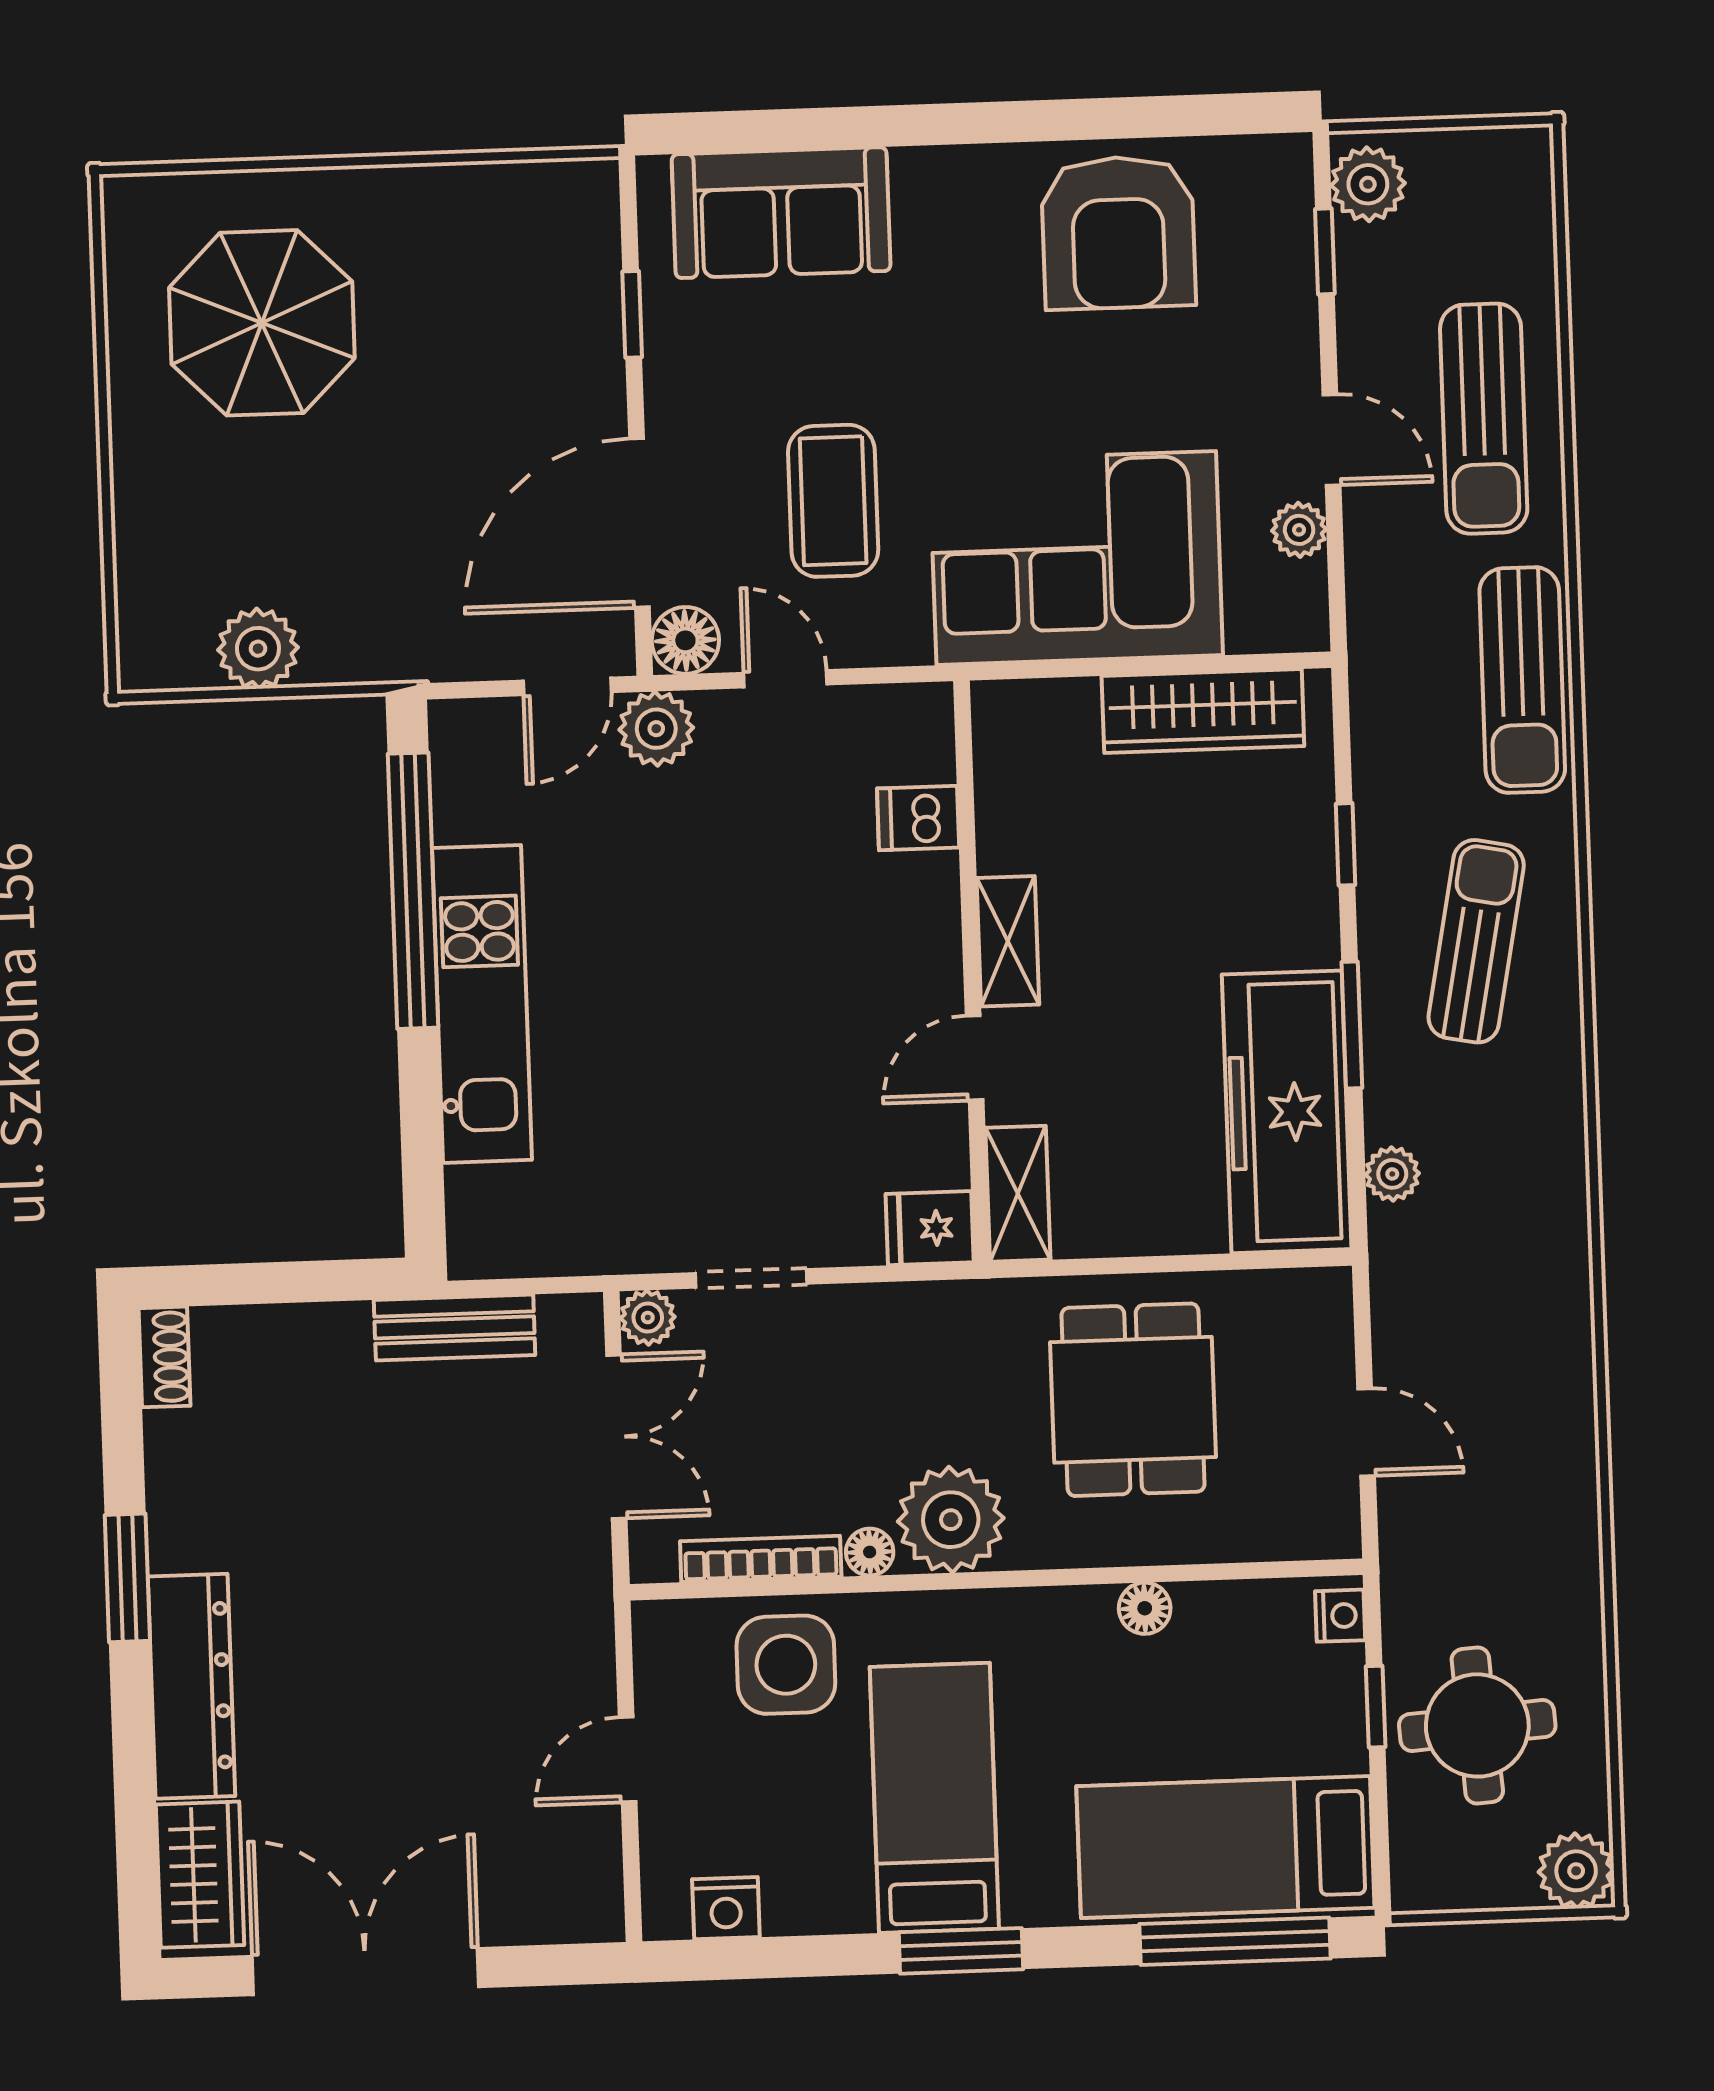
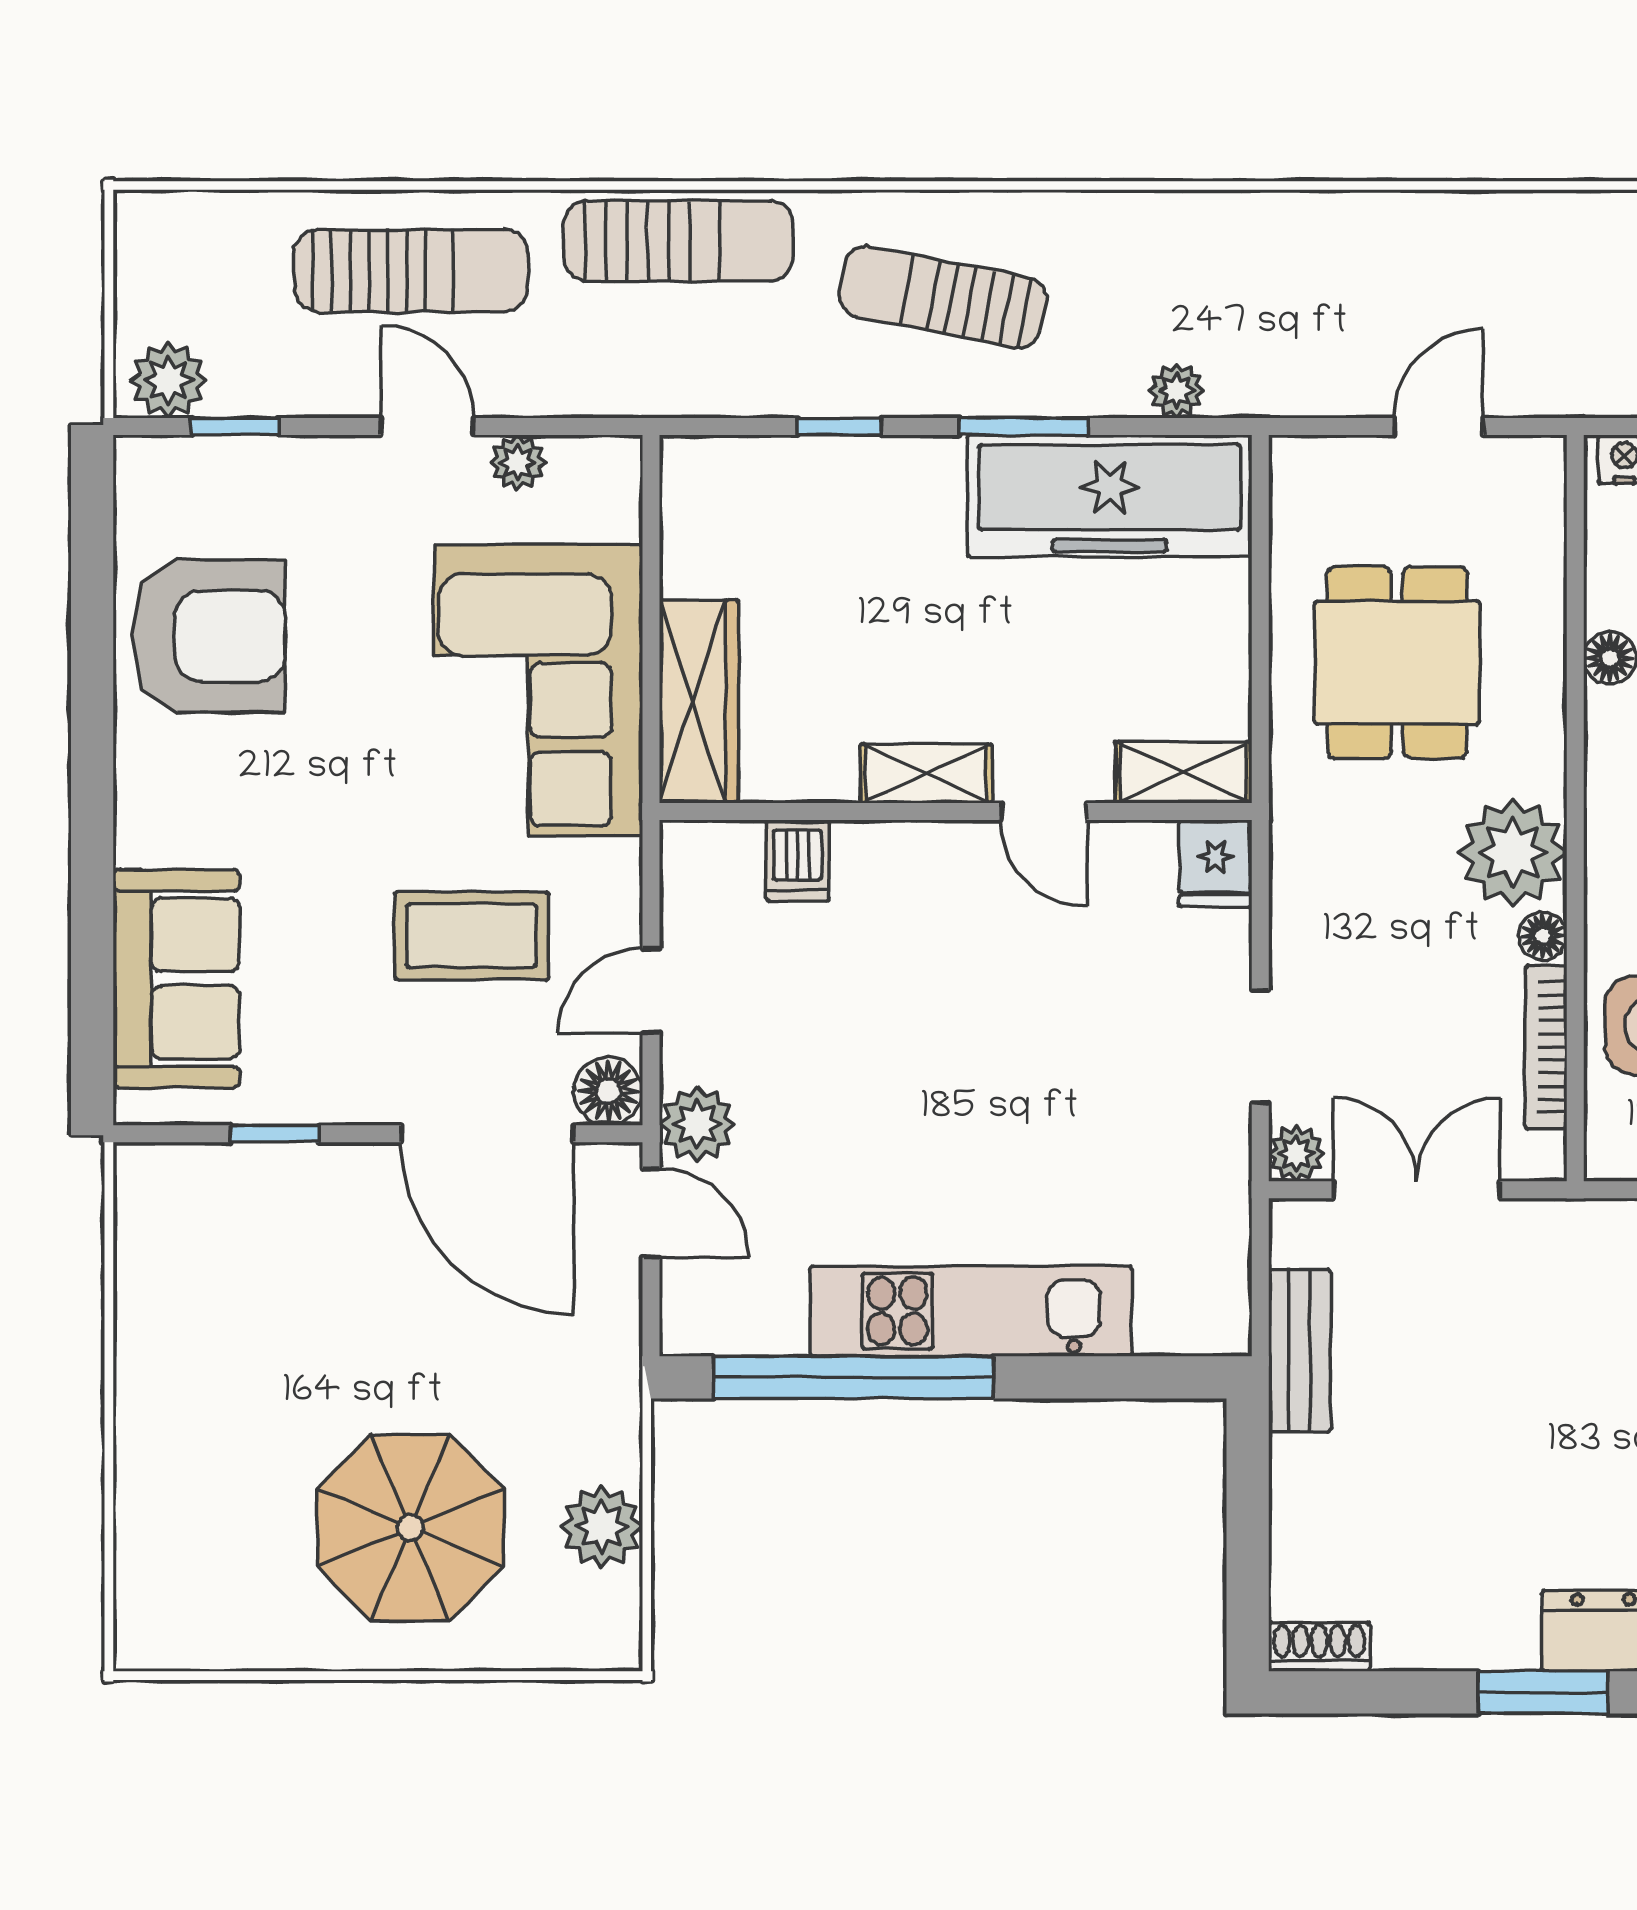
parasol: (262, 323) -> (410, 1528), moved
door: (1331, 440) -> (427, 426), hinge flipped
wardrobe: (1203, 711) -> (699, 701), moved
dining table: (1133, 1400) -> (1397, 663), turned 90

